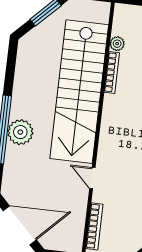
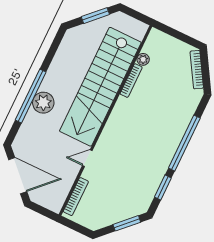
door: (92, 178) -> (87, 158), hinge flipped

